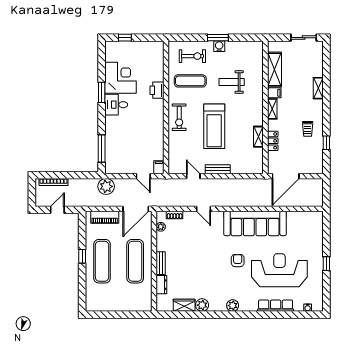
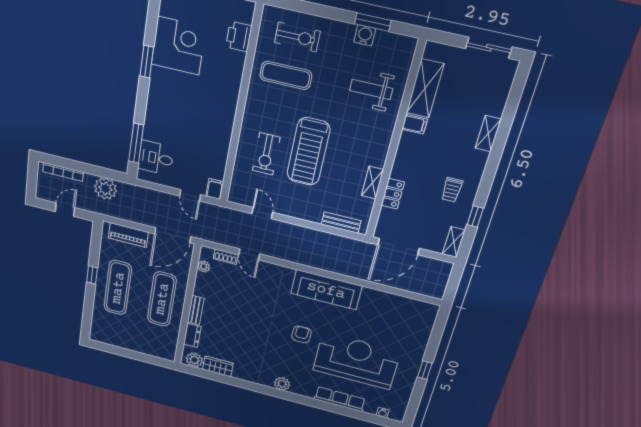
window: (218, 38) -> (373, 22), moved
water cooler: (219, 46) -> (365, 35), moved
weight bench: (232, 82) -> (371, 89), moved
printer: (157, 90) -> (239, 37), moved
desk: (116, 105) -> (156, 158), moved
shelving: (272, 109) -> (454, 242), moved
exercise bike: (179, 117) -> (266, 154), moved
bench: (218, 169) -> (341, 223), moved
plant: (106, 186) -> (105, 188), moved
door: (203, 209) -> (249, 254), moved
sofa: (255, 223) -> (326, 290), width x0.74, depth x0.79
plant: (202, 305) -> (194, 360), moved

